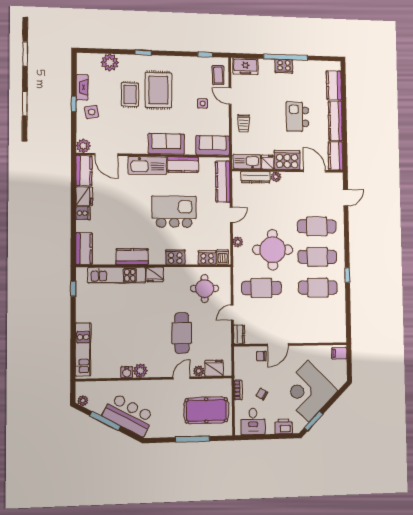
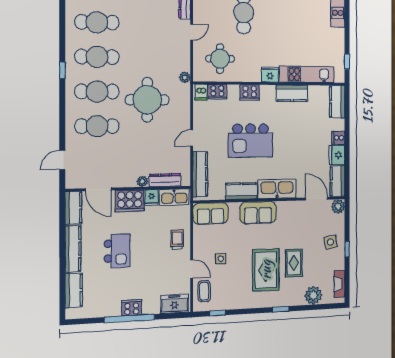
fireplace: (82, 87) -> (339, 284), moved
plant: (238, 242) -> (185, 77), moved
cafe table: (261, 288) -> (97, 22), moved

